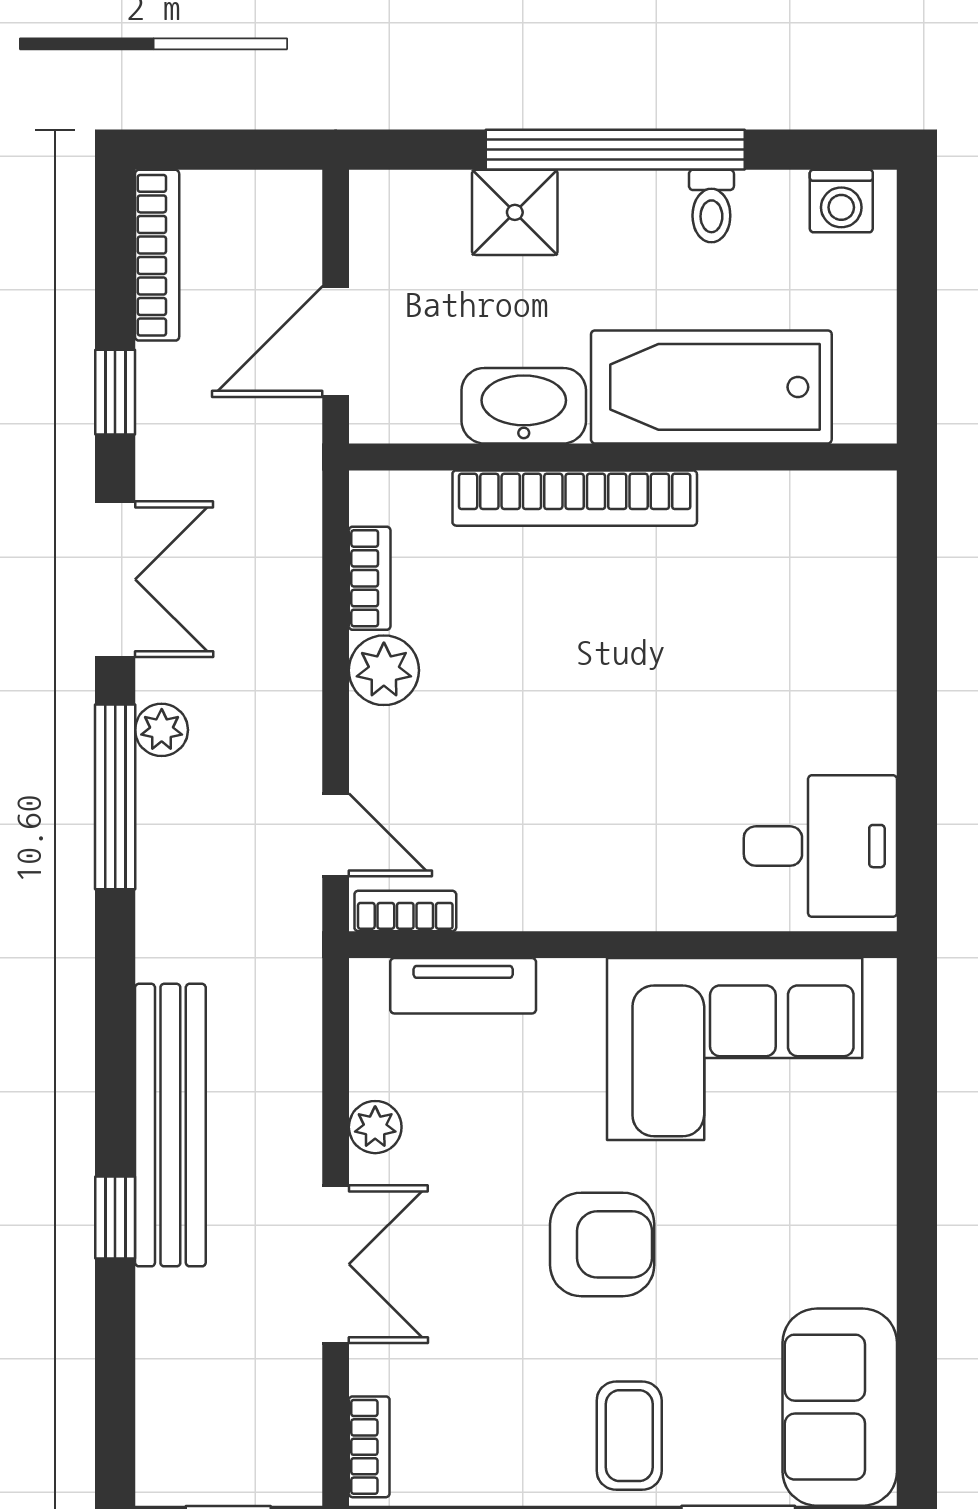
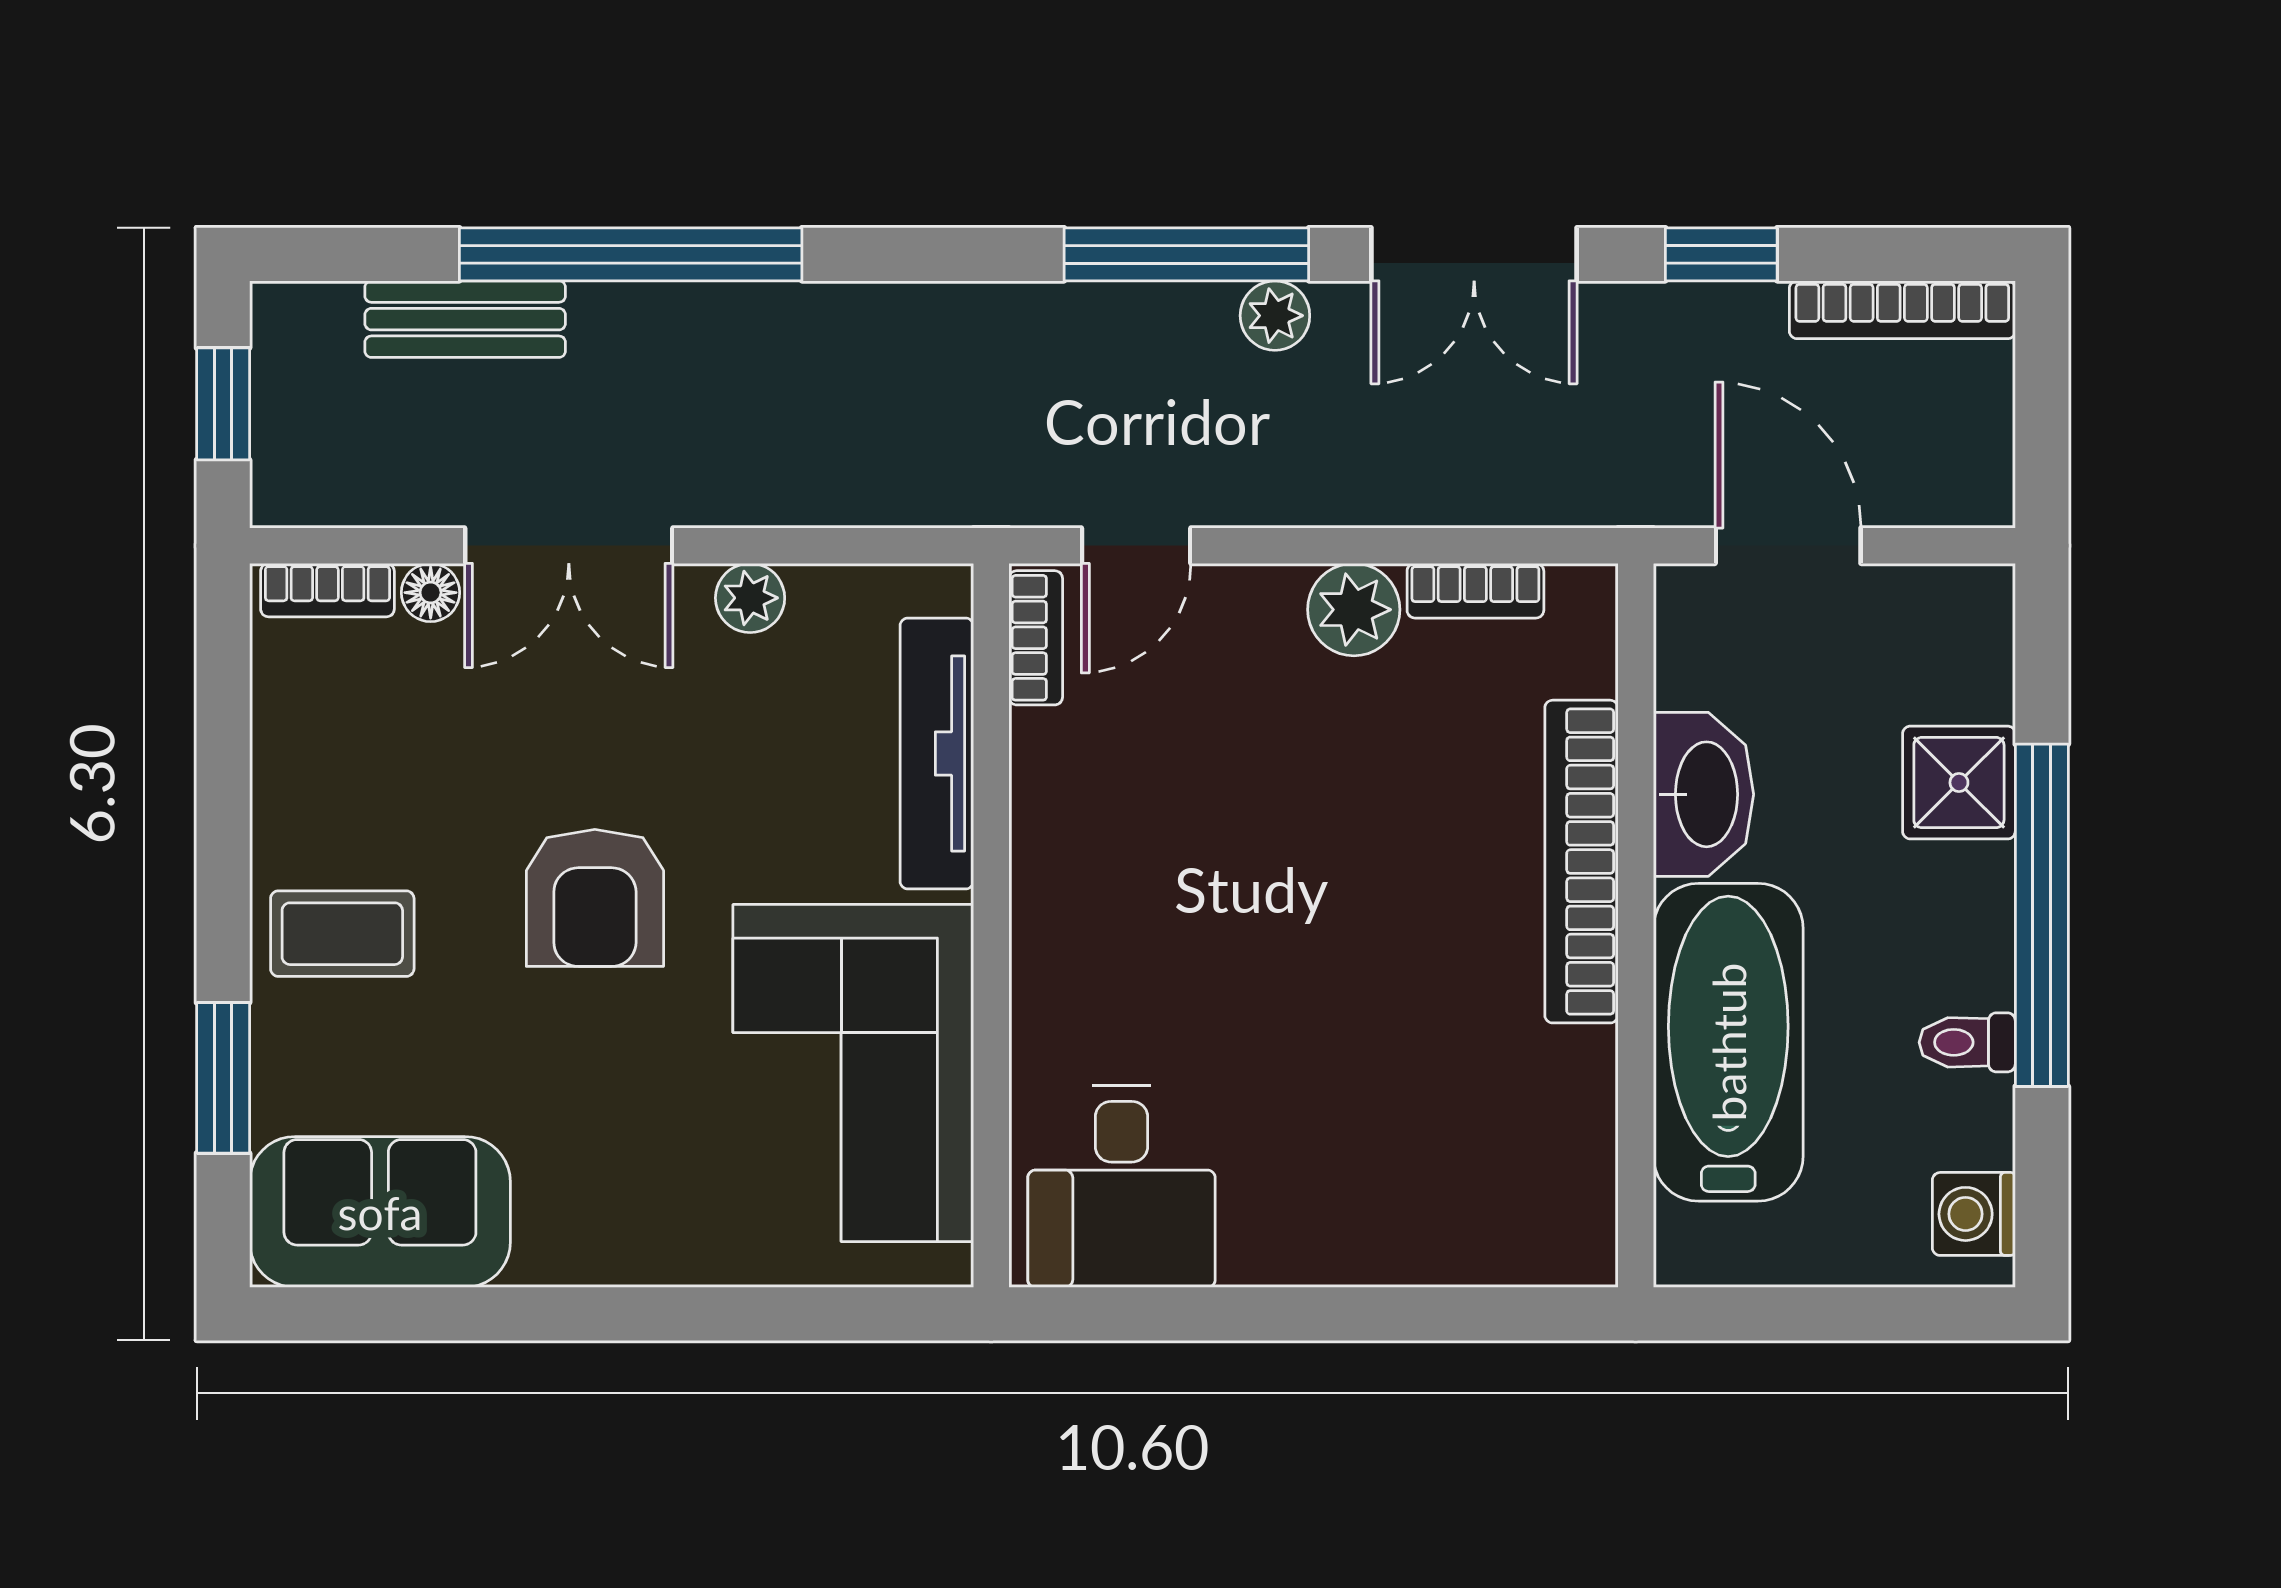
tv unit: (463, 986) -> (937, 754), width x1.41
bench: (170, 1125) -> (465, 319), moved, width x0.54, depth x0.82
window: (115, 1217) -> (631, 254), width x3.17
floor lamp: (371, 1369) -> (431, 593), added

